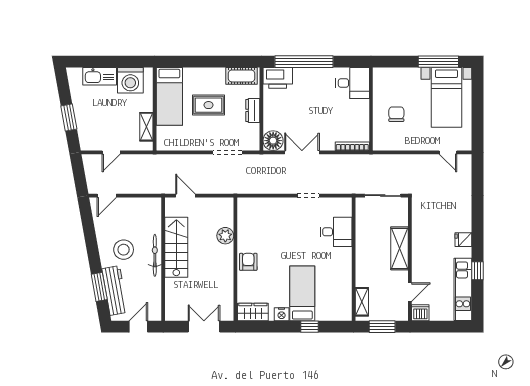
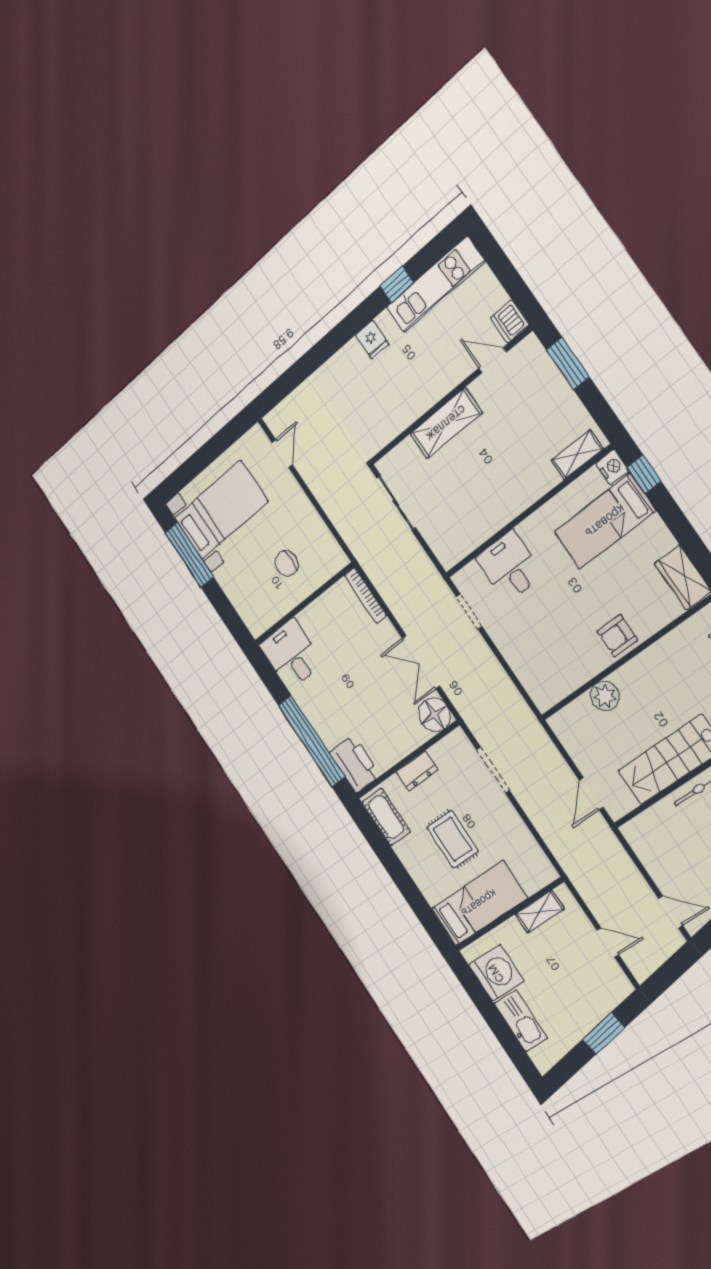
desk: (336, 232) -> (510, 566), moved
wall: (354, 259) -> (528, 512), moved
shelving: (362, 302) -> (577, 455), moved
nightstand: (282, 314) -> (612, 467), moved

